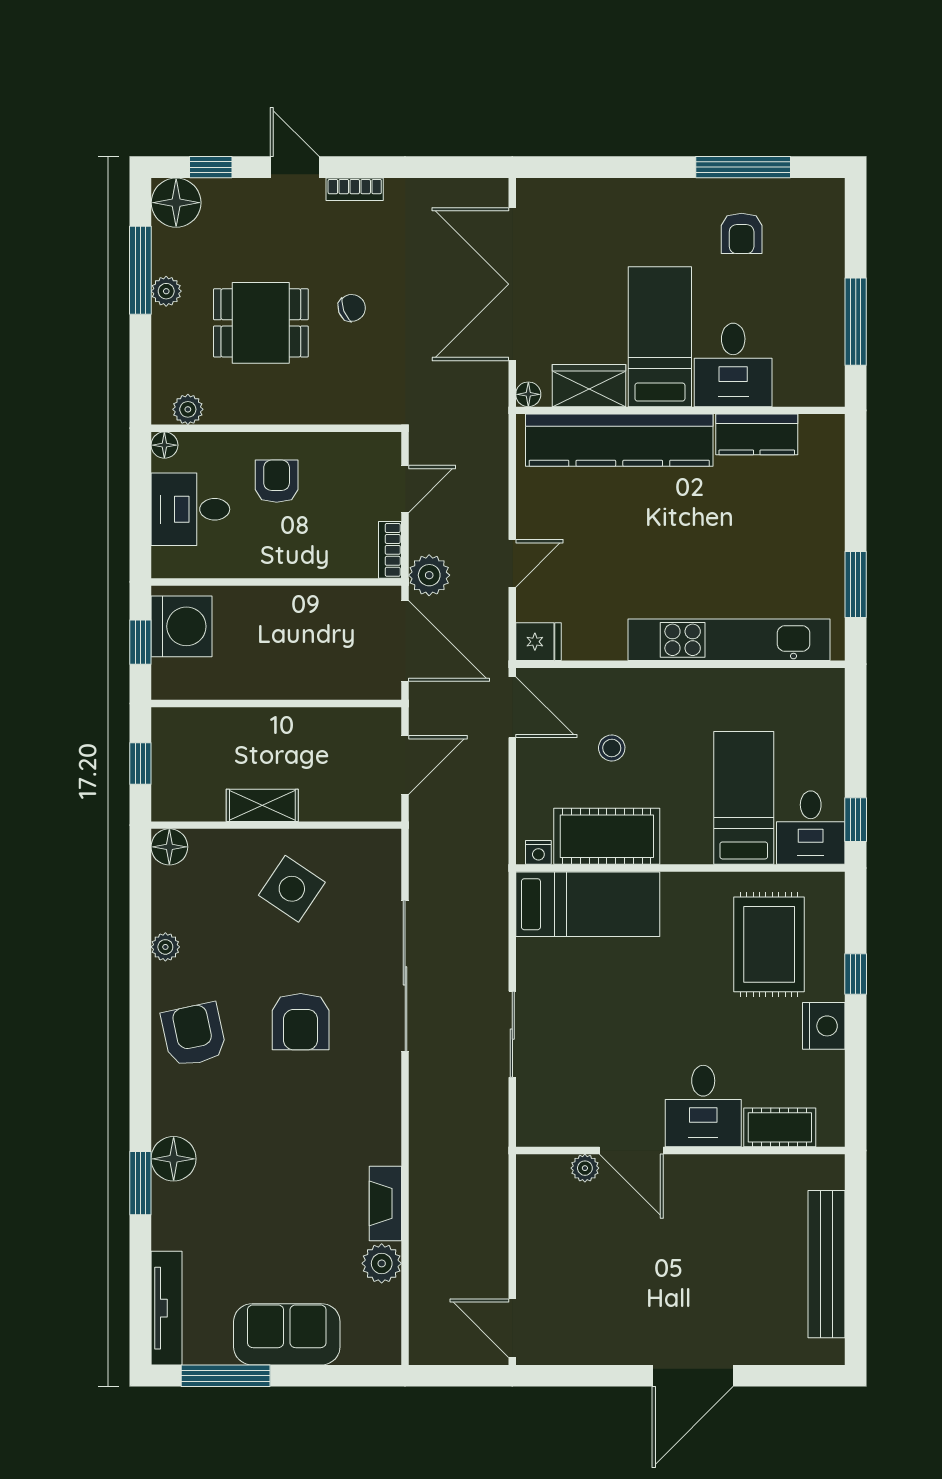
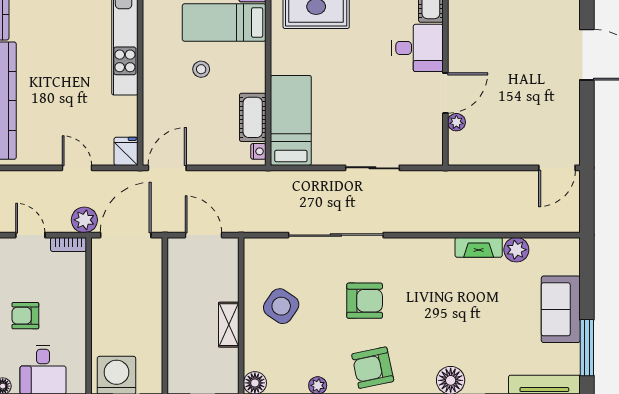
stool: (612, 748) -> (201, 69), moved
cot: (607, 836) -> (253, 117), width x0.73, depth x0.75

